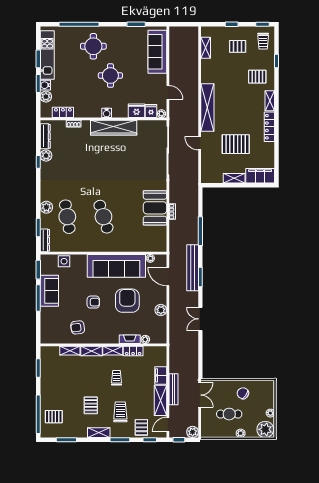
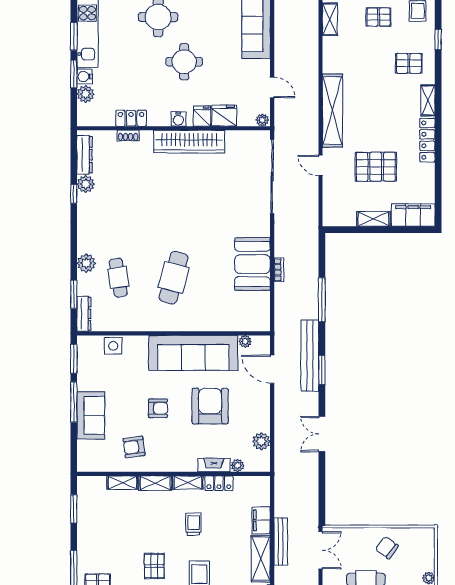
fridge: (151, 111) -> (202, 116), moved
locker: (63, 112) -> (131, 118), moved
cafe table: (67, 217) -> (118, 278), width x0.73, depth x0.74
cafe table: (103, 217) -> (174, 278), turned 33
sofa: (49, 291) -> (91, 415), moved
plant: (161, 310) -> (261, 441), moved

